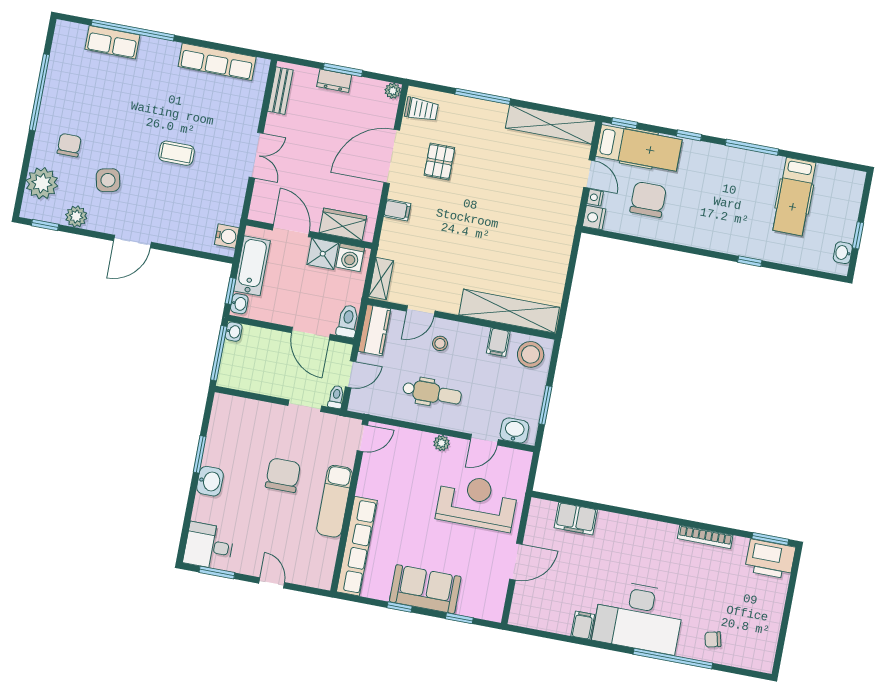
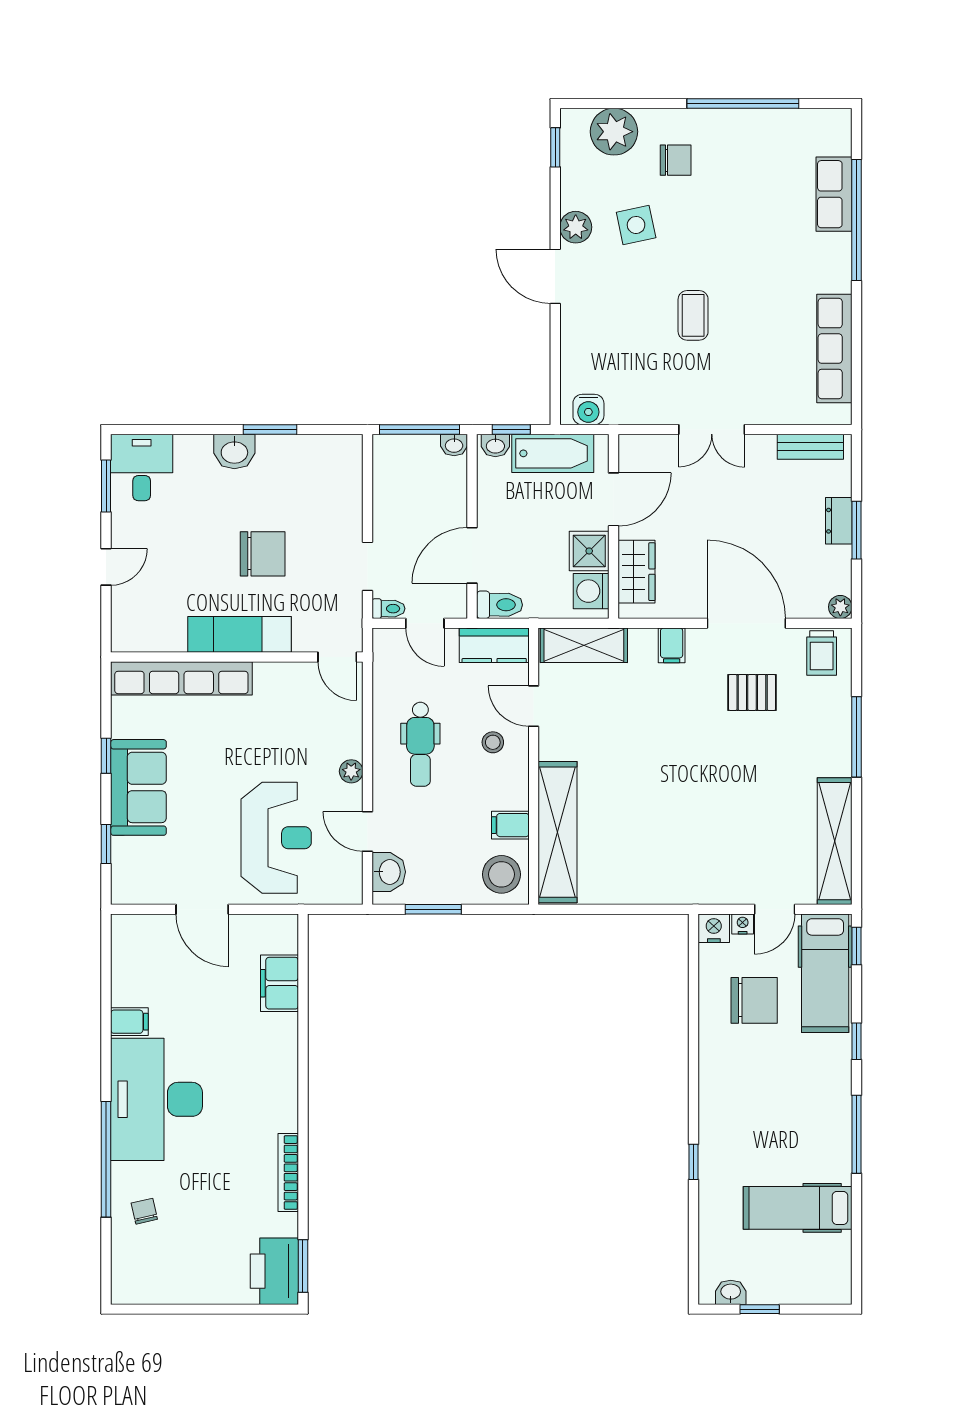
plant: (76, 217) -> (576, 227), moved
shelving: (381, 279) -> (584, 645), width x1.50, depth x1.33

